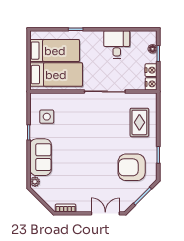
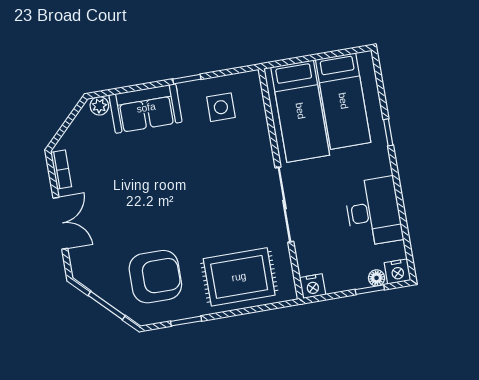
desk: (117, 44) -> (374, 212), width x1.37
nightstand: (151, 70) -> (398, 271), moved
rug: (139, 122) -> (239, 277), width x1.36, depth x1.43
armchair: (132, 167) -> (155, 277), turned 90
double door: (105, 213) -> (60, 223), moved

